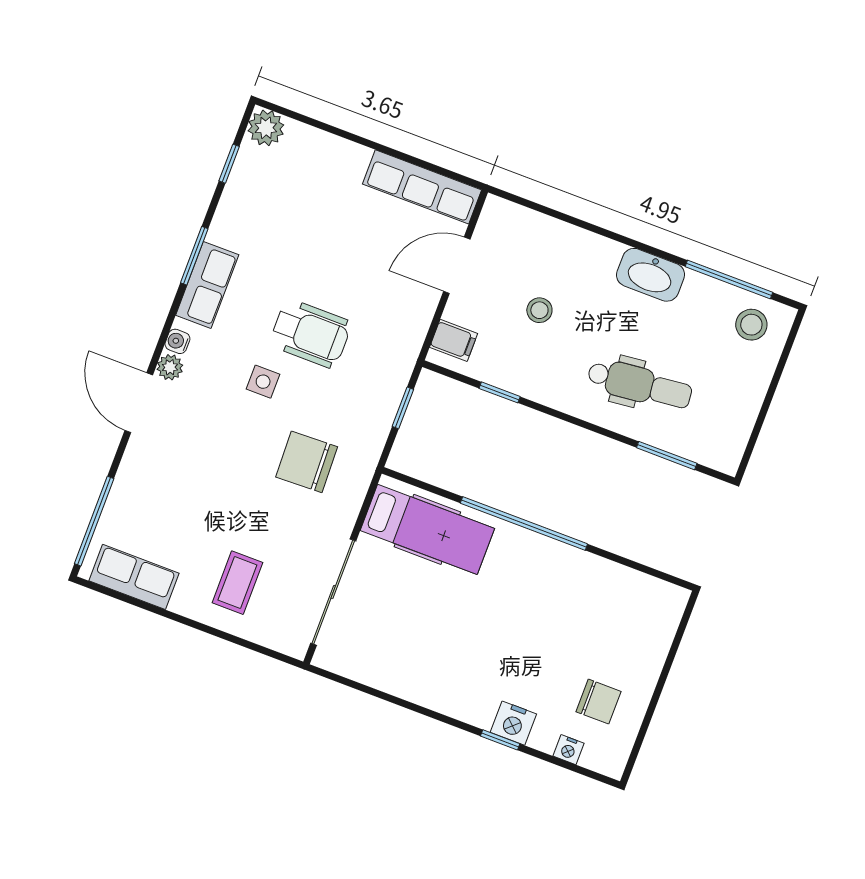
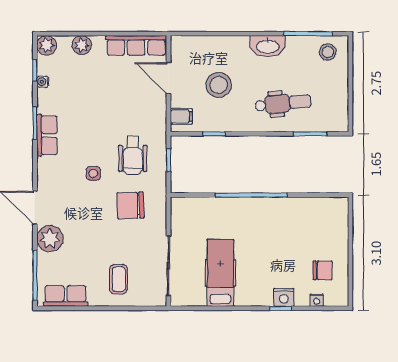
plant: (327, 150) -> (82, 45), added
door: (457, 265) -> (169, 78), hinge flipped
stool: (539, 310) -> (219, 85), width x1.89, depth x1.89
wheelchair: (310, 334) -> (133, 155), moved, turned 90
water cooler: (177, 341) -> (43, 82), moved
plant: (170, 367) -> (50, 239), moved, width x1.88, depth x1.88
hospital bed: (427, 529) -> (220, 273), moved, turned -90

